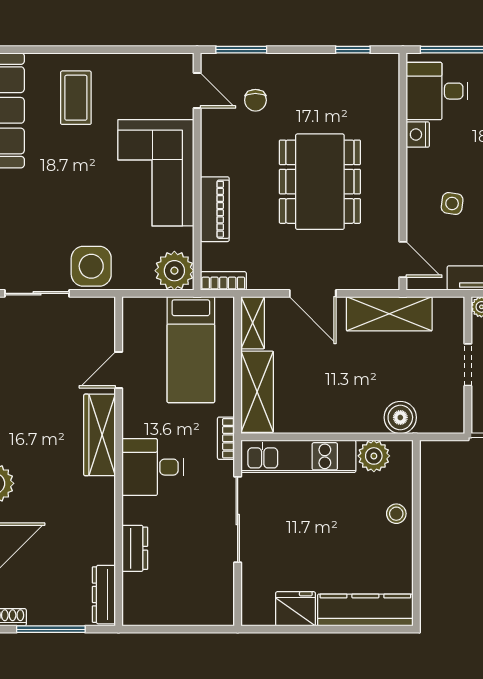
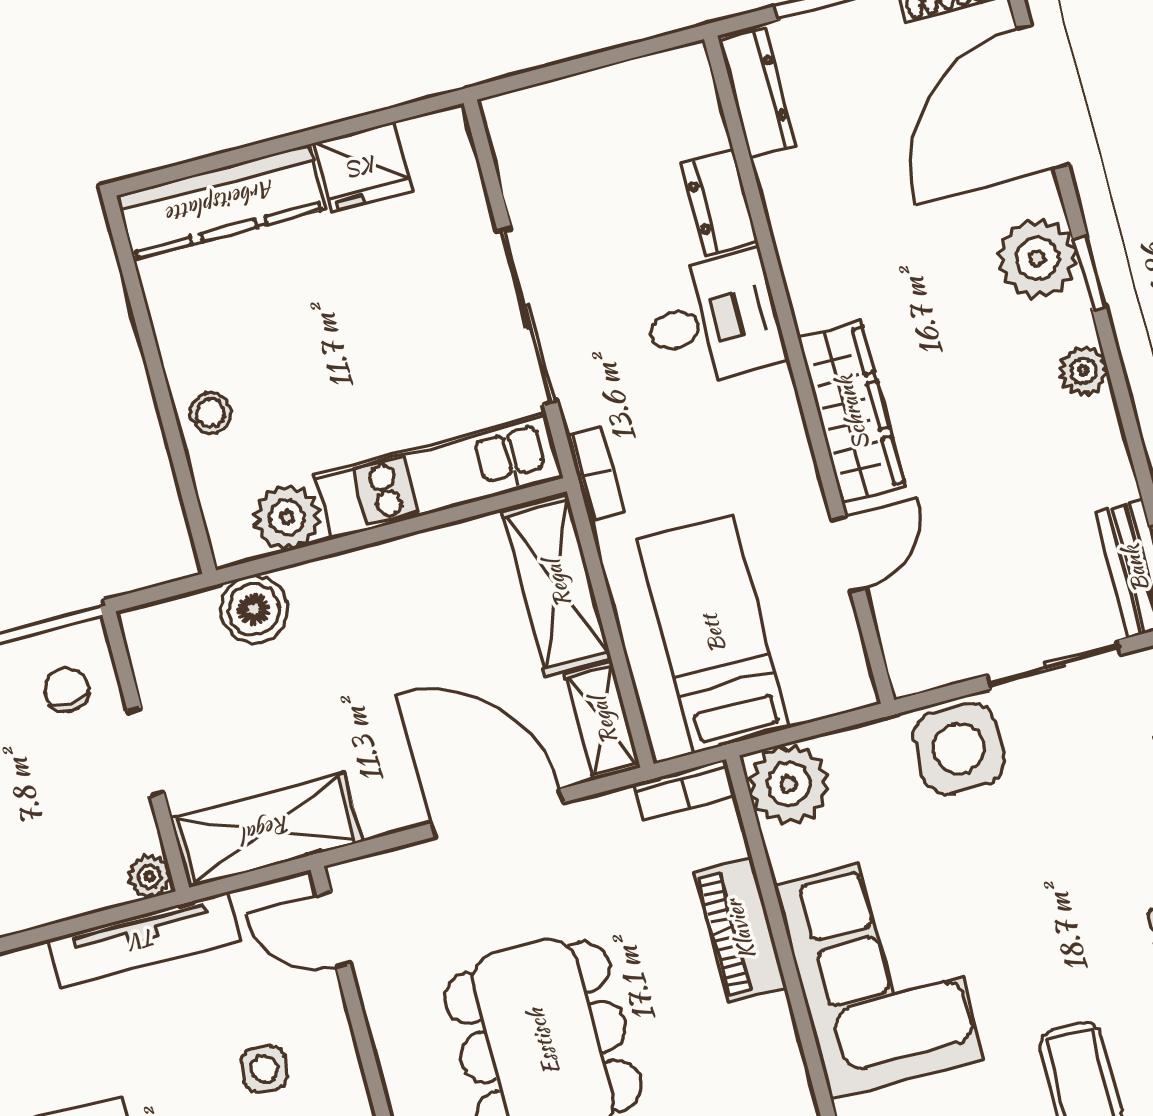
door: (313, 293) -> (497, 813), width x1.36
shelving: (389, 314) -> (267, 830), moved
desk: (152, 467) -> (713, 320), moved

